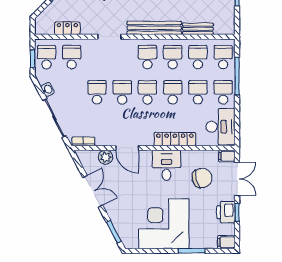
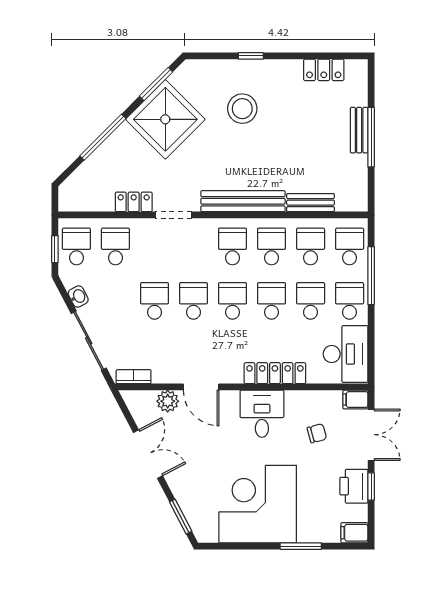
locker: (67, 28) -> (134, 202), moved
chair: (202, 178) -> (317, 433), width x0.54, depth x0.54

